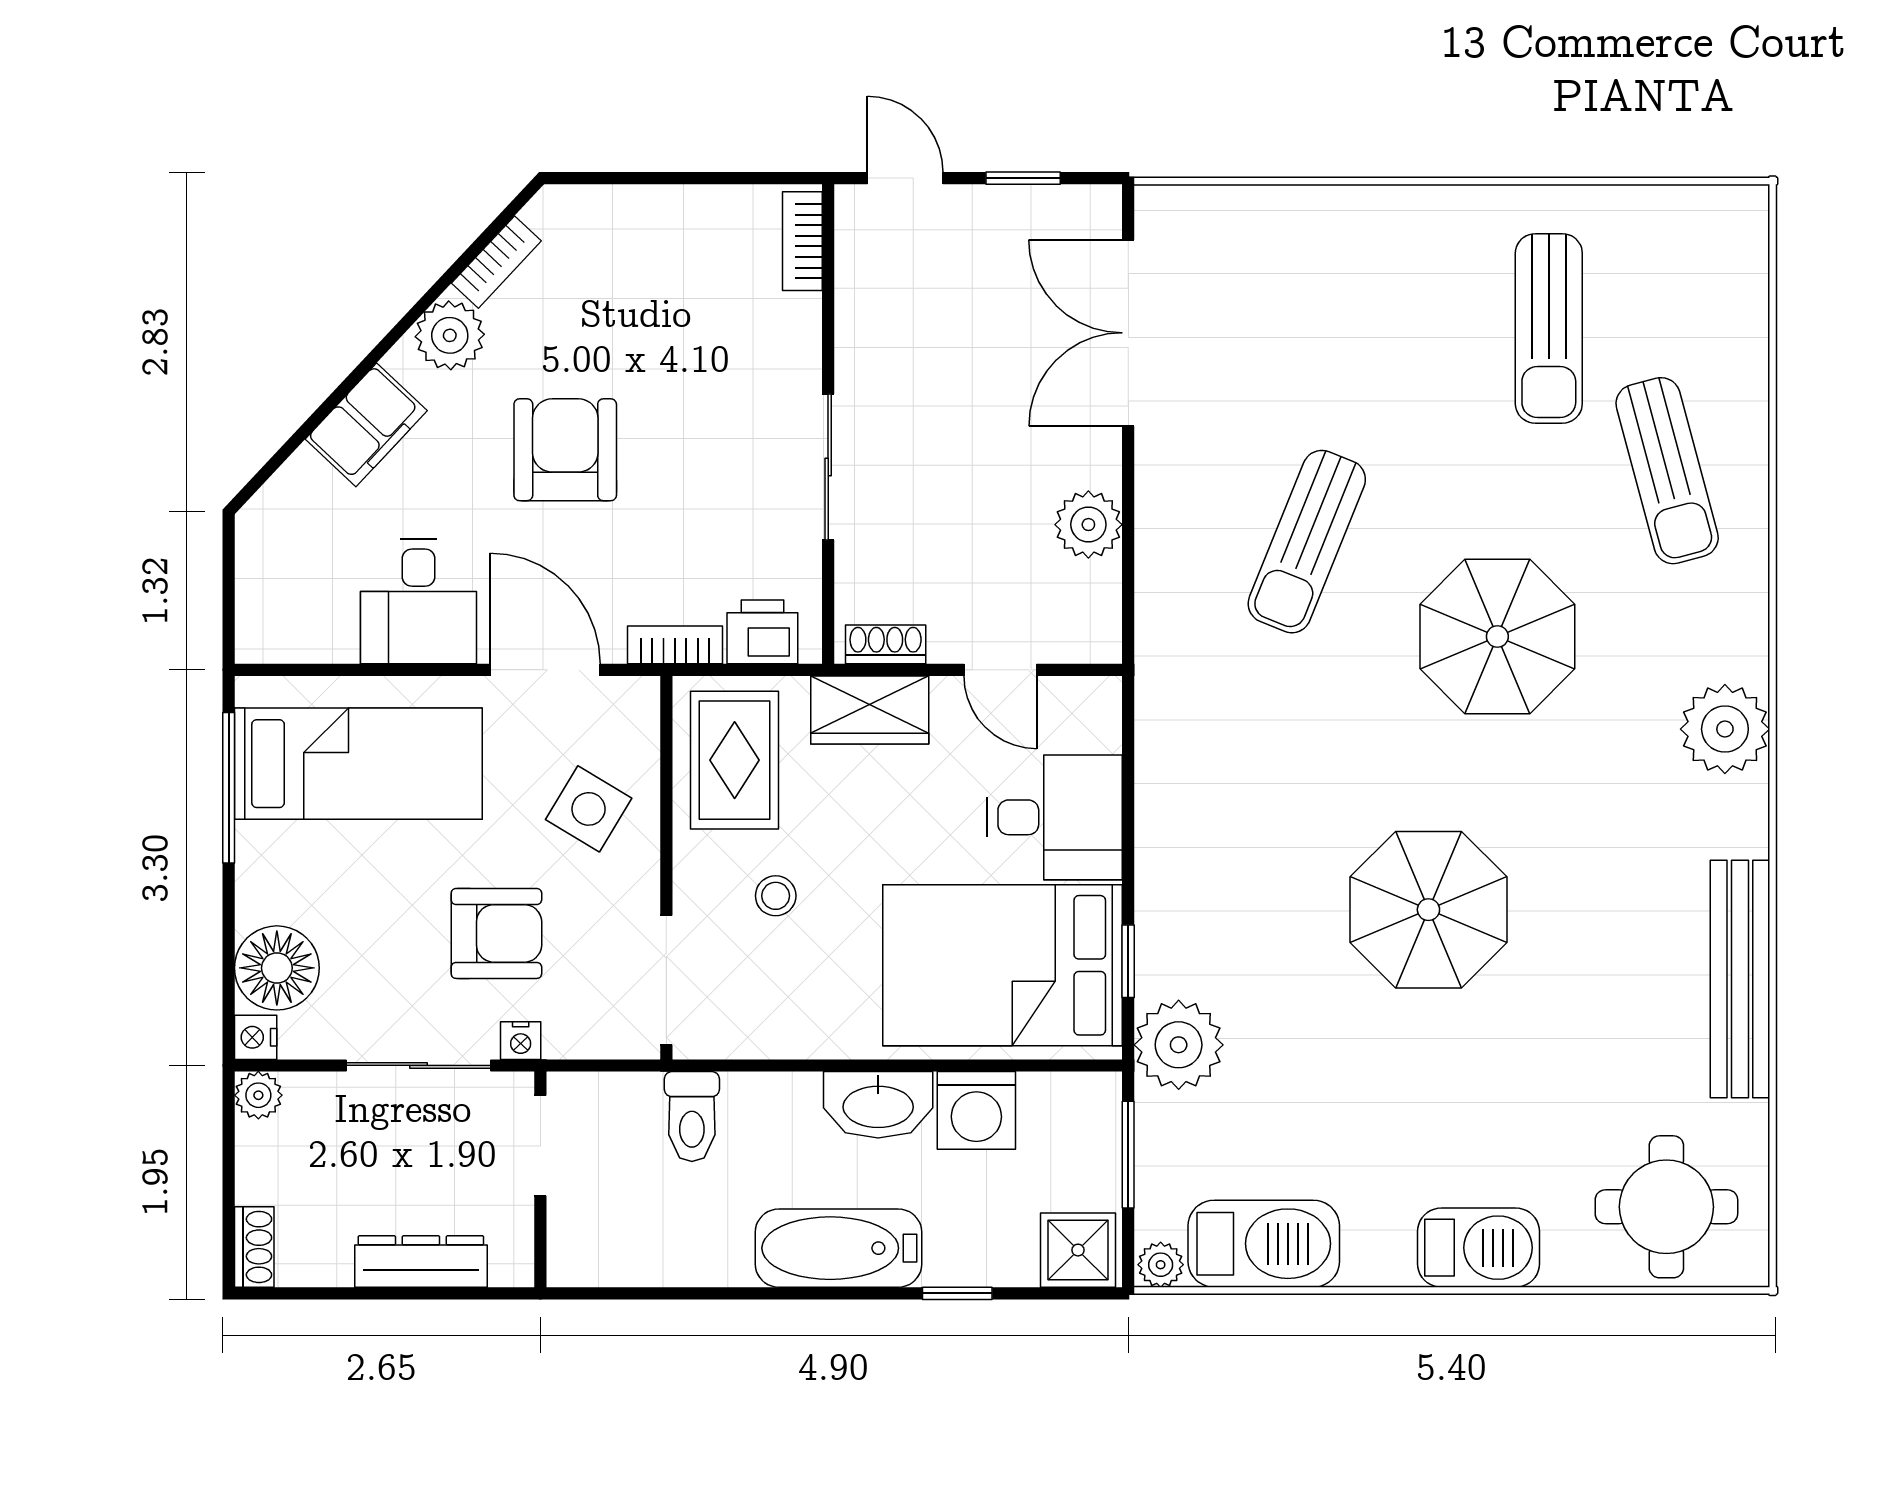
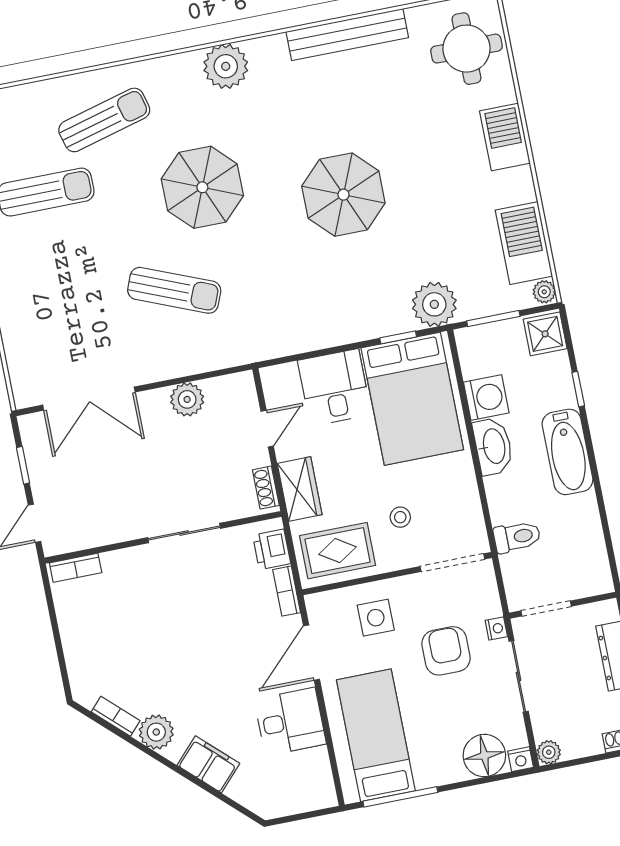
armchair: (565, 450) -> (201, 664), removed
side table: (589, 809) -> (376, 618), turned -31

